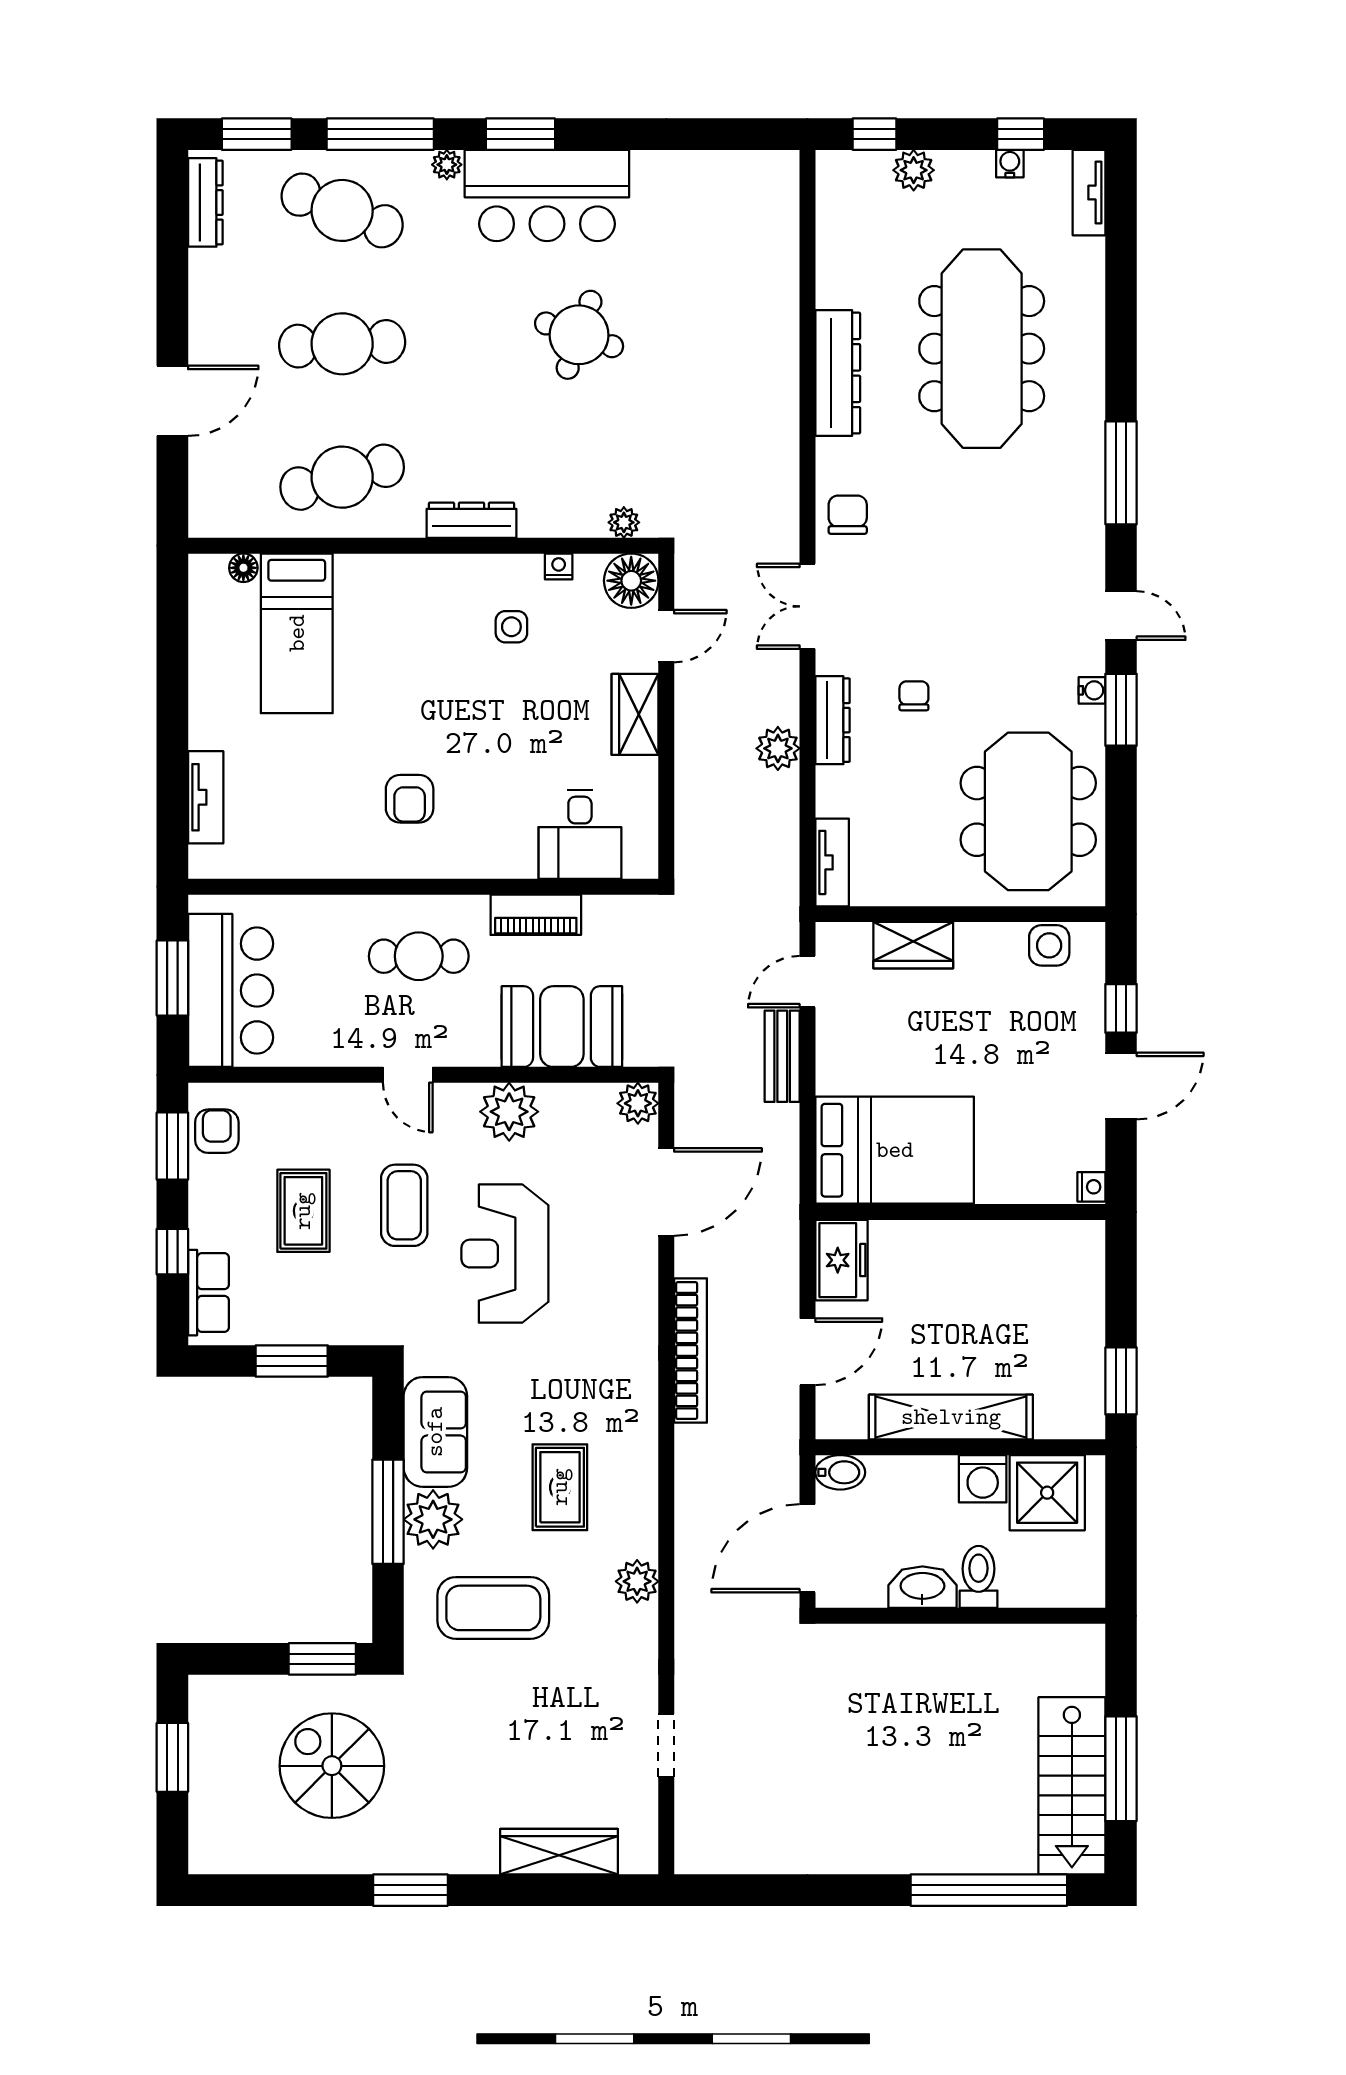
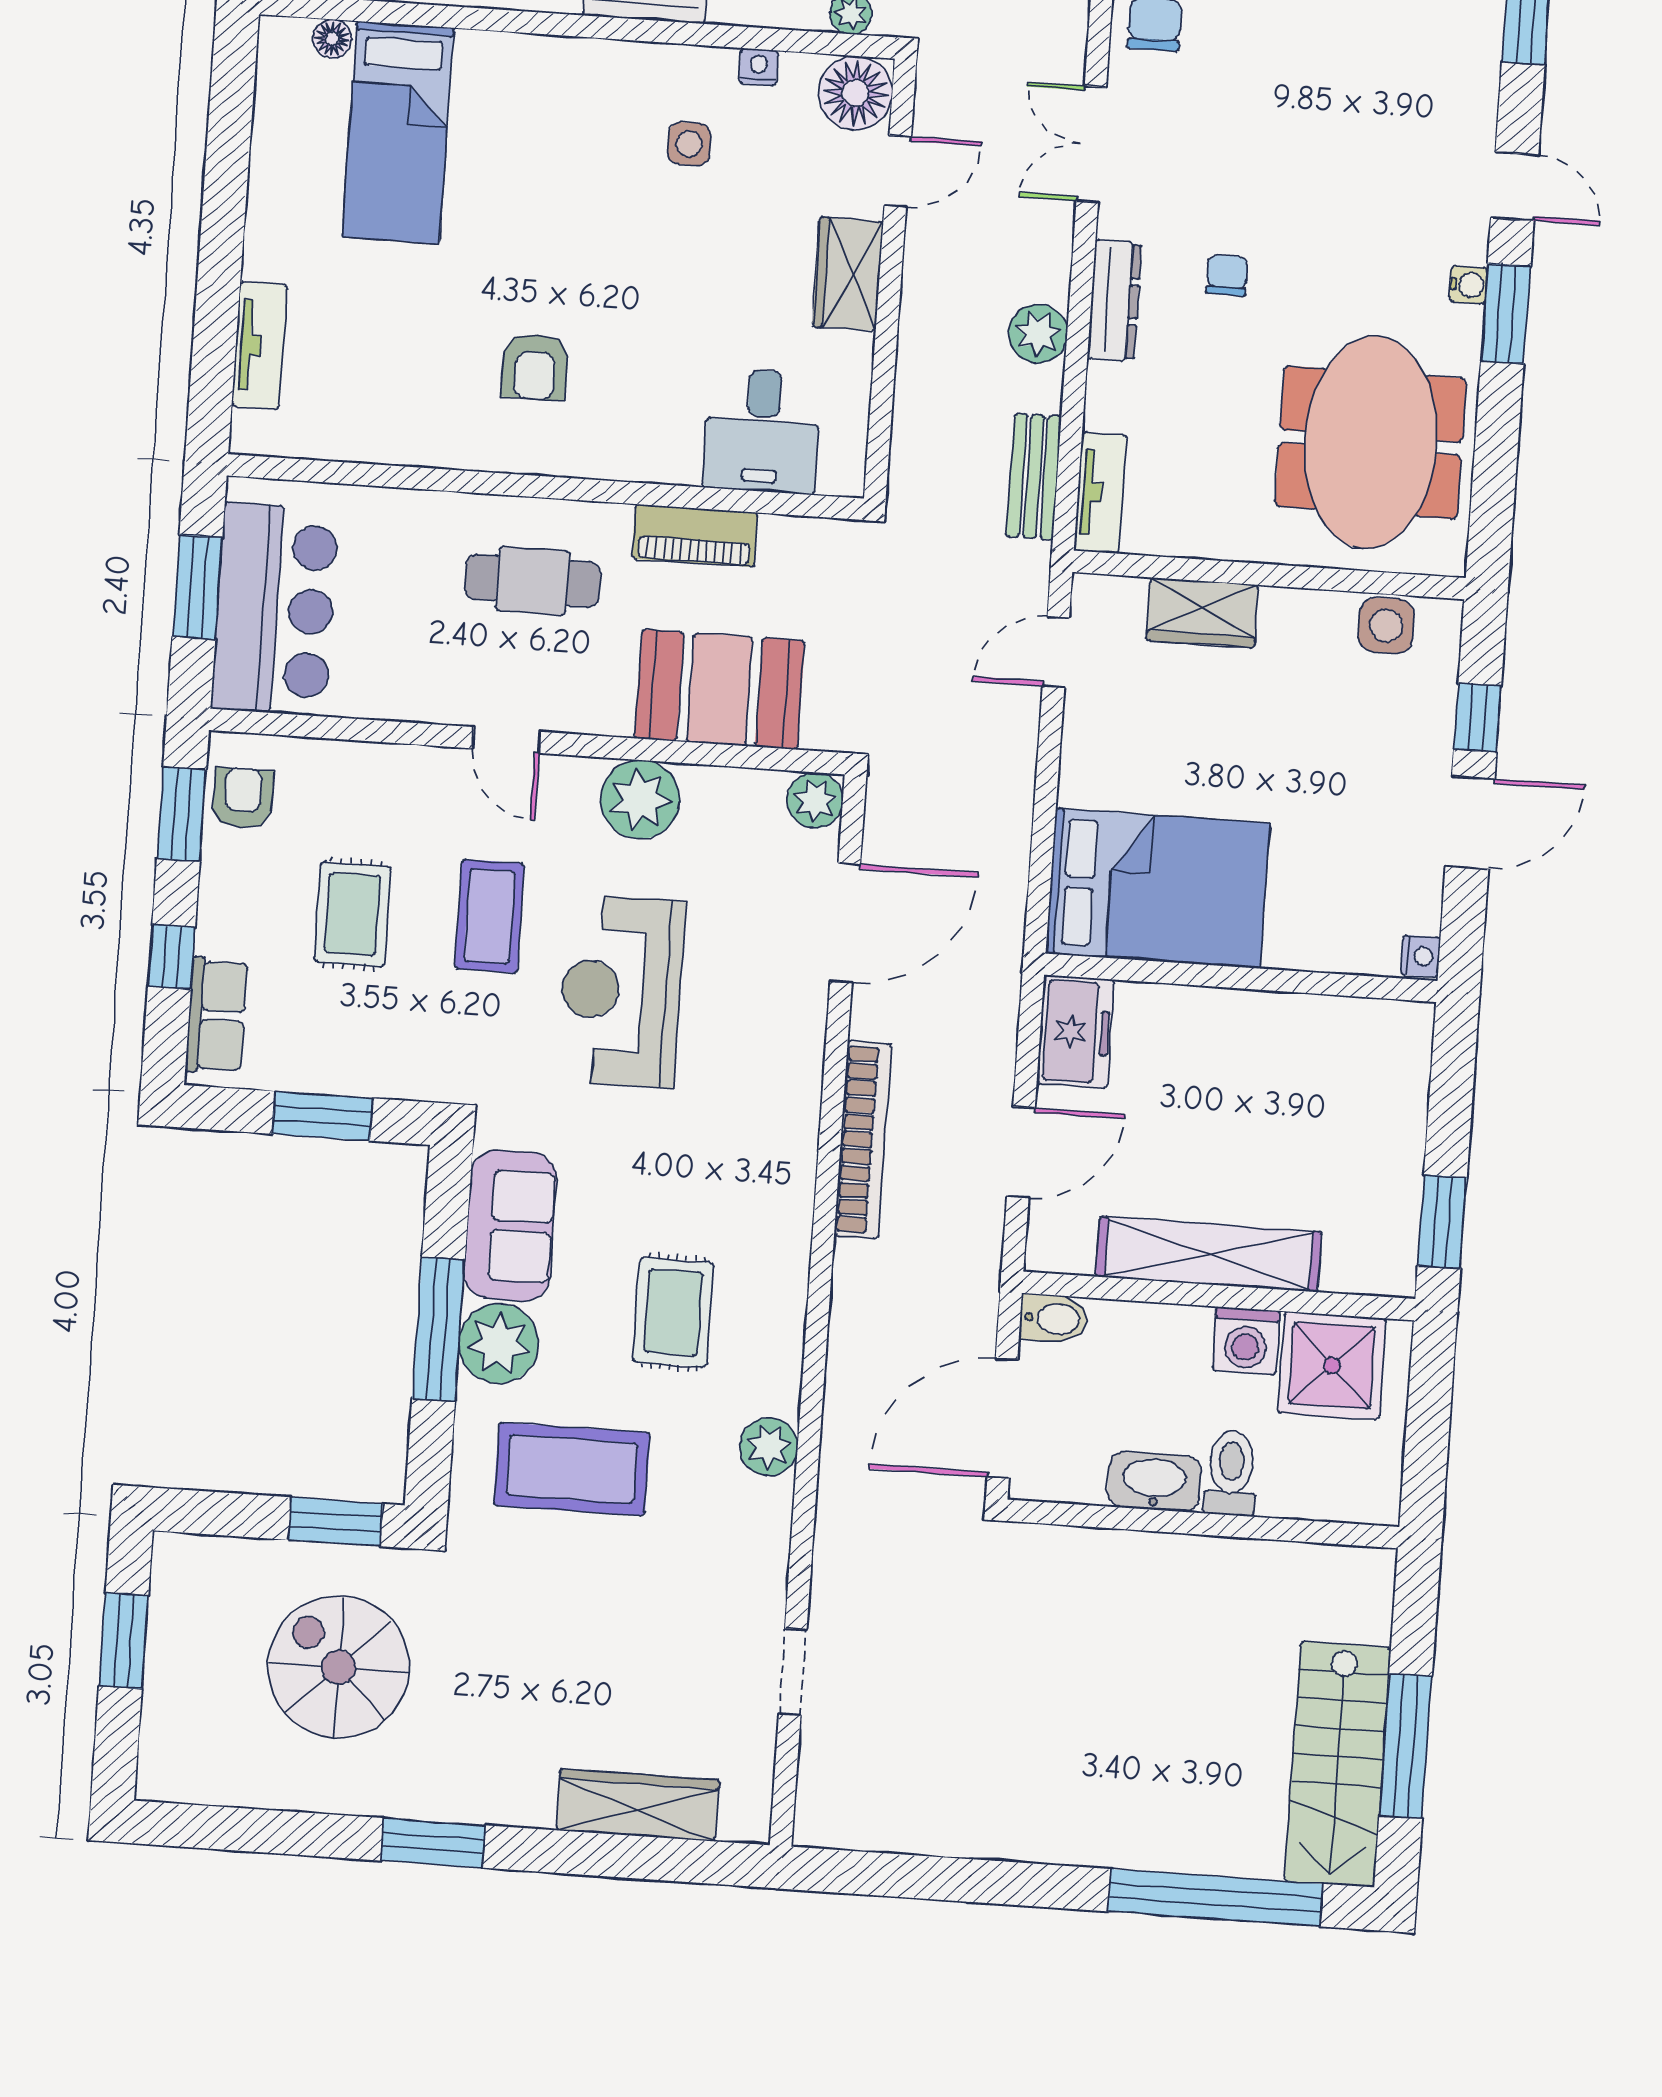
bench: (782, 1056) -> (1034, 476), moved

